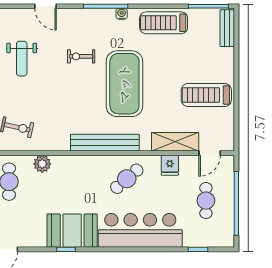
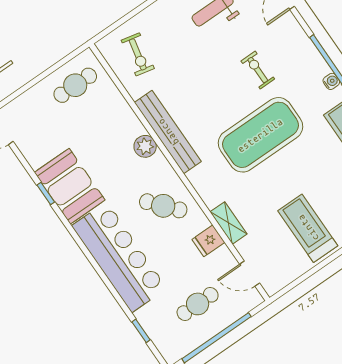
shelving: (175, 142) -> (228, 223), width x0.67, depth x0.75
bench: (105, 143) -> (168, 132), moved
plant: (42, 164) -> (145, 146), moved

